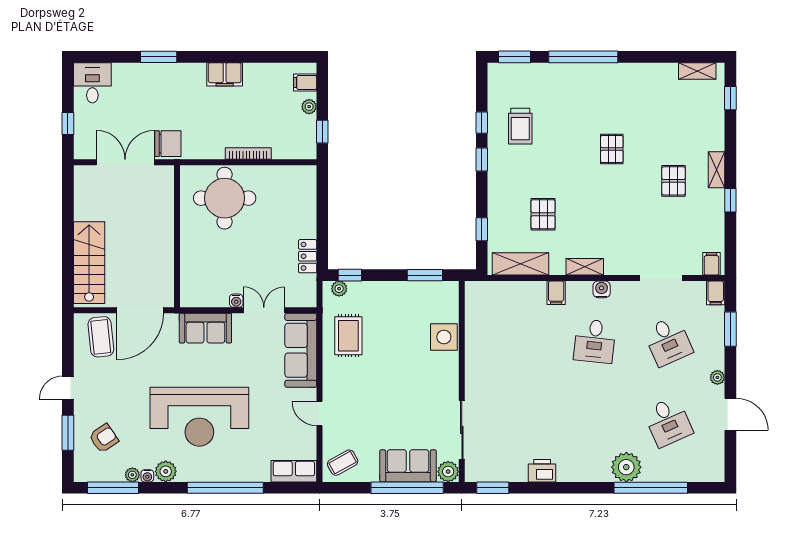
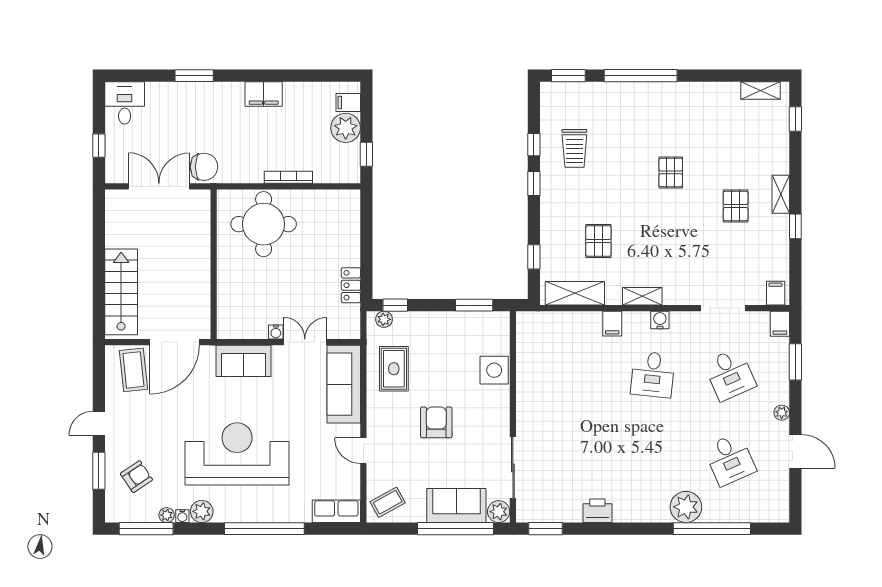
plant: (309, 107) -> (346, 128), width x1.87, depth x1.87
armchair: (389, 387) -> (436, 422), added
reception desk: (199, 417) -> (237, 454), turned 180

